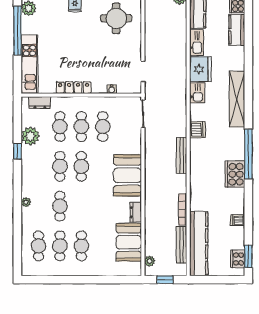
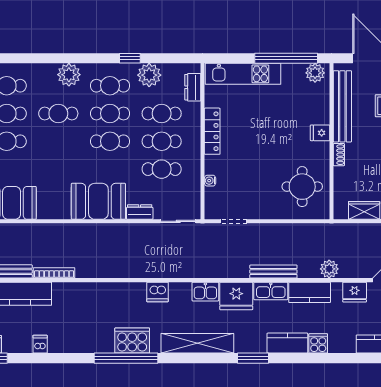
window: (248, 56) -> (253, 358), added
bench: (182, 155) -> (273, 272), moved
cafe table: (39, 166) -> (110, 86), added
cooker: (235, 174) -> (132, 341), moved
plant: (26, 202) -> (69, 75), width x1.87, depth x1.87
dresser: (136, 212) -> (140, 212), moved

